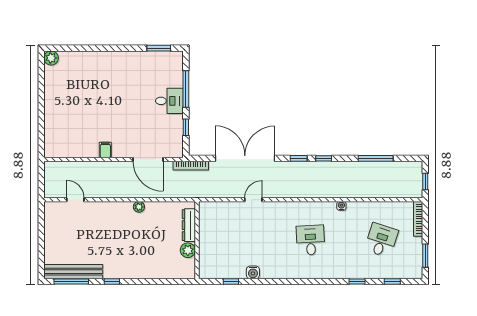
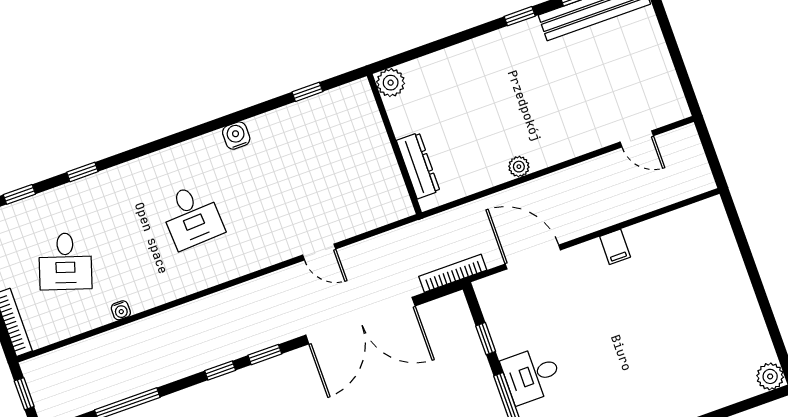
door: (253, 200) -> (319, 252), hinge flipped
water cooler: (341, 206) -> (121, 310), moved
plant: (188, 250) -> (391, 83), moved
water cooler: (253, 272) -> (236, 136), moved

